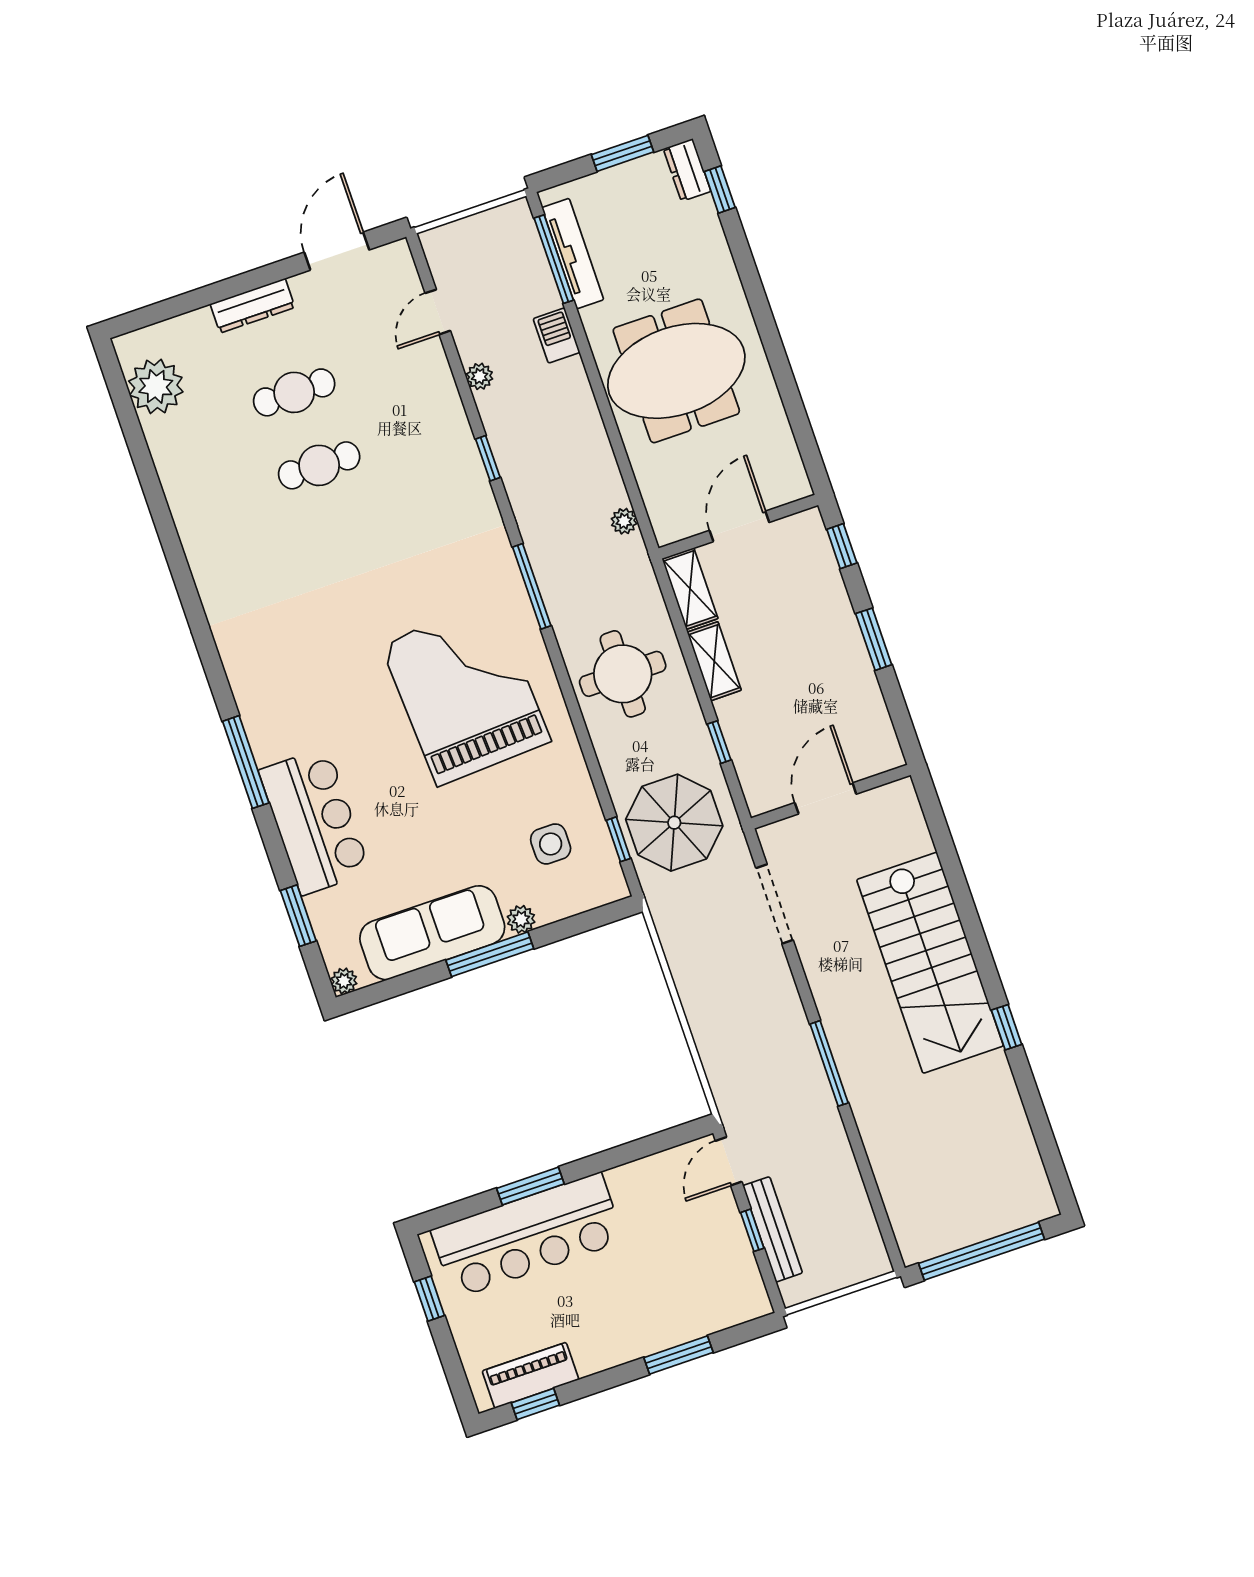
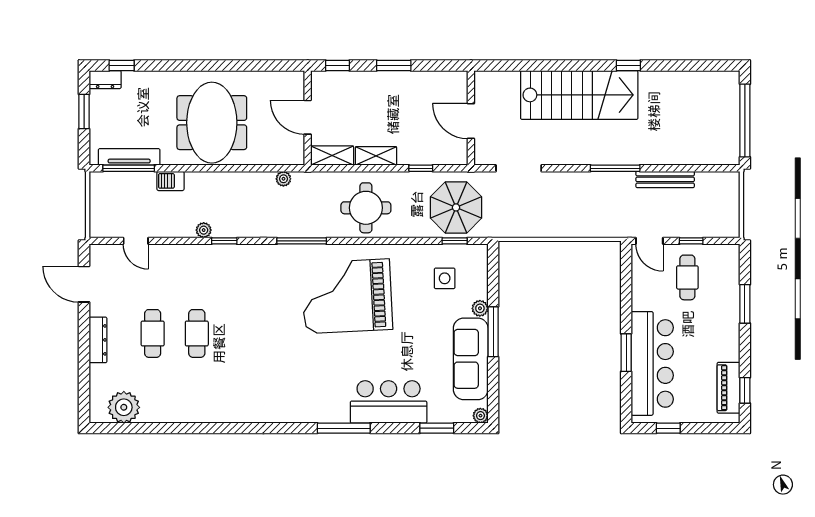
plant: (480, 376) -> (204, 230), moved
bench: (773, 1229) -> (665, 179), moved
cafe table: (690, 1245) -> (687, 277), added

